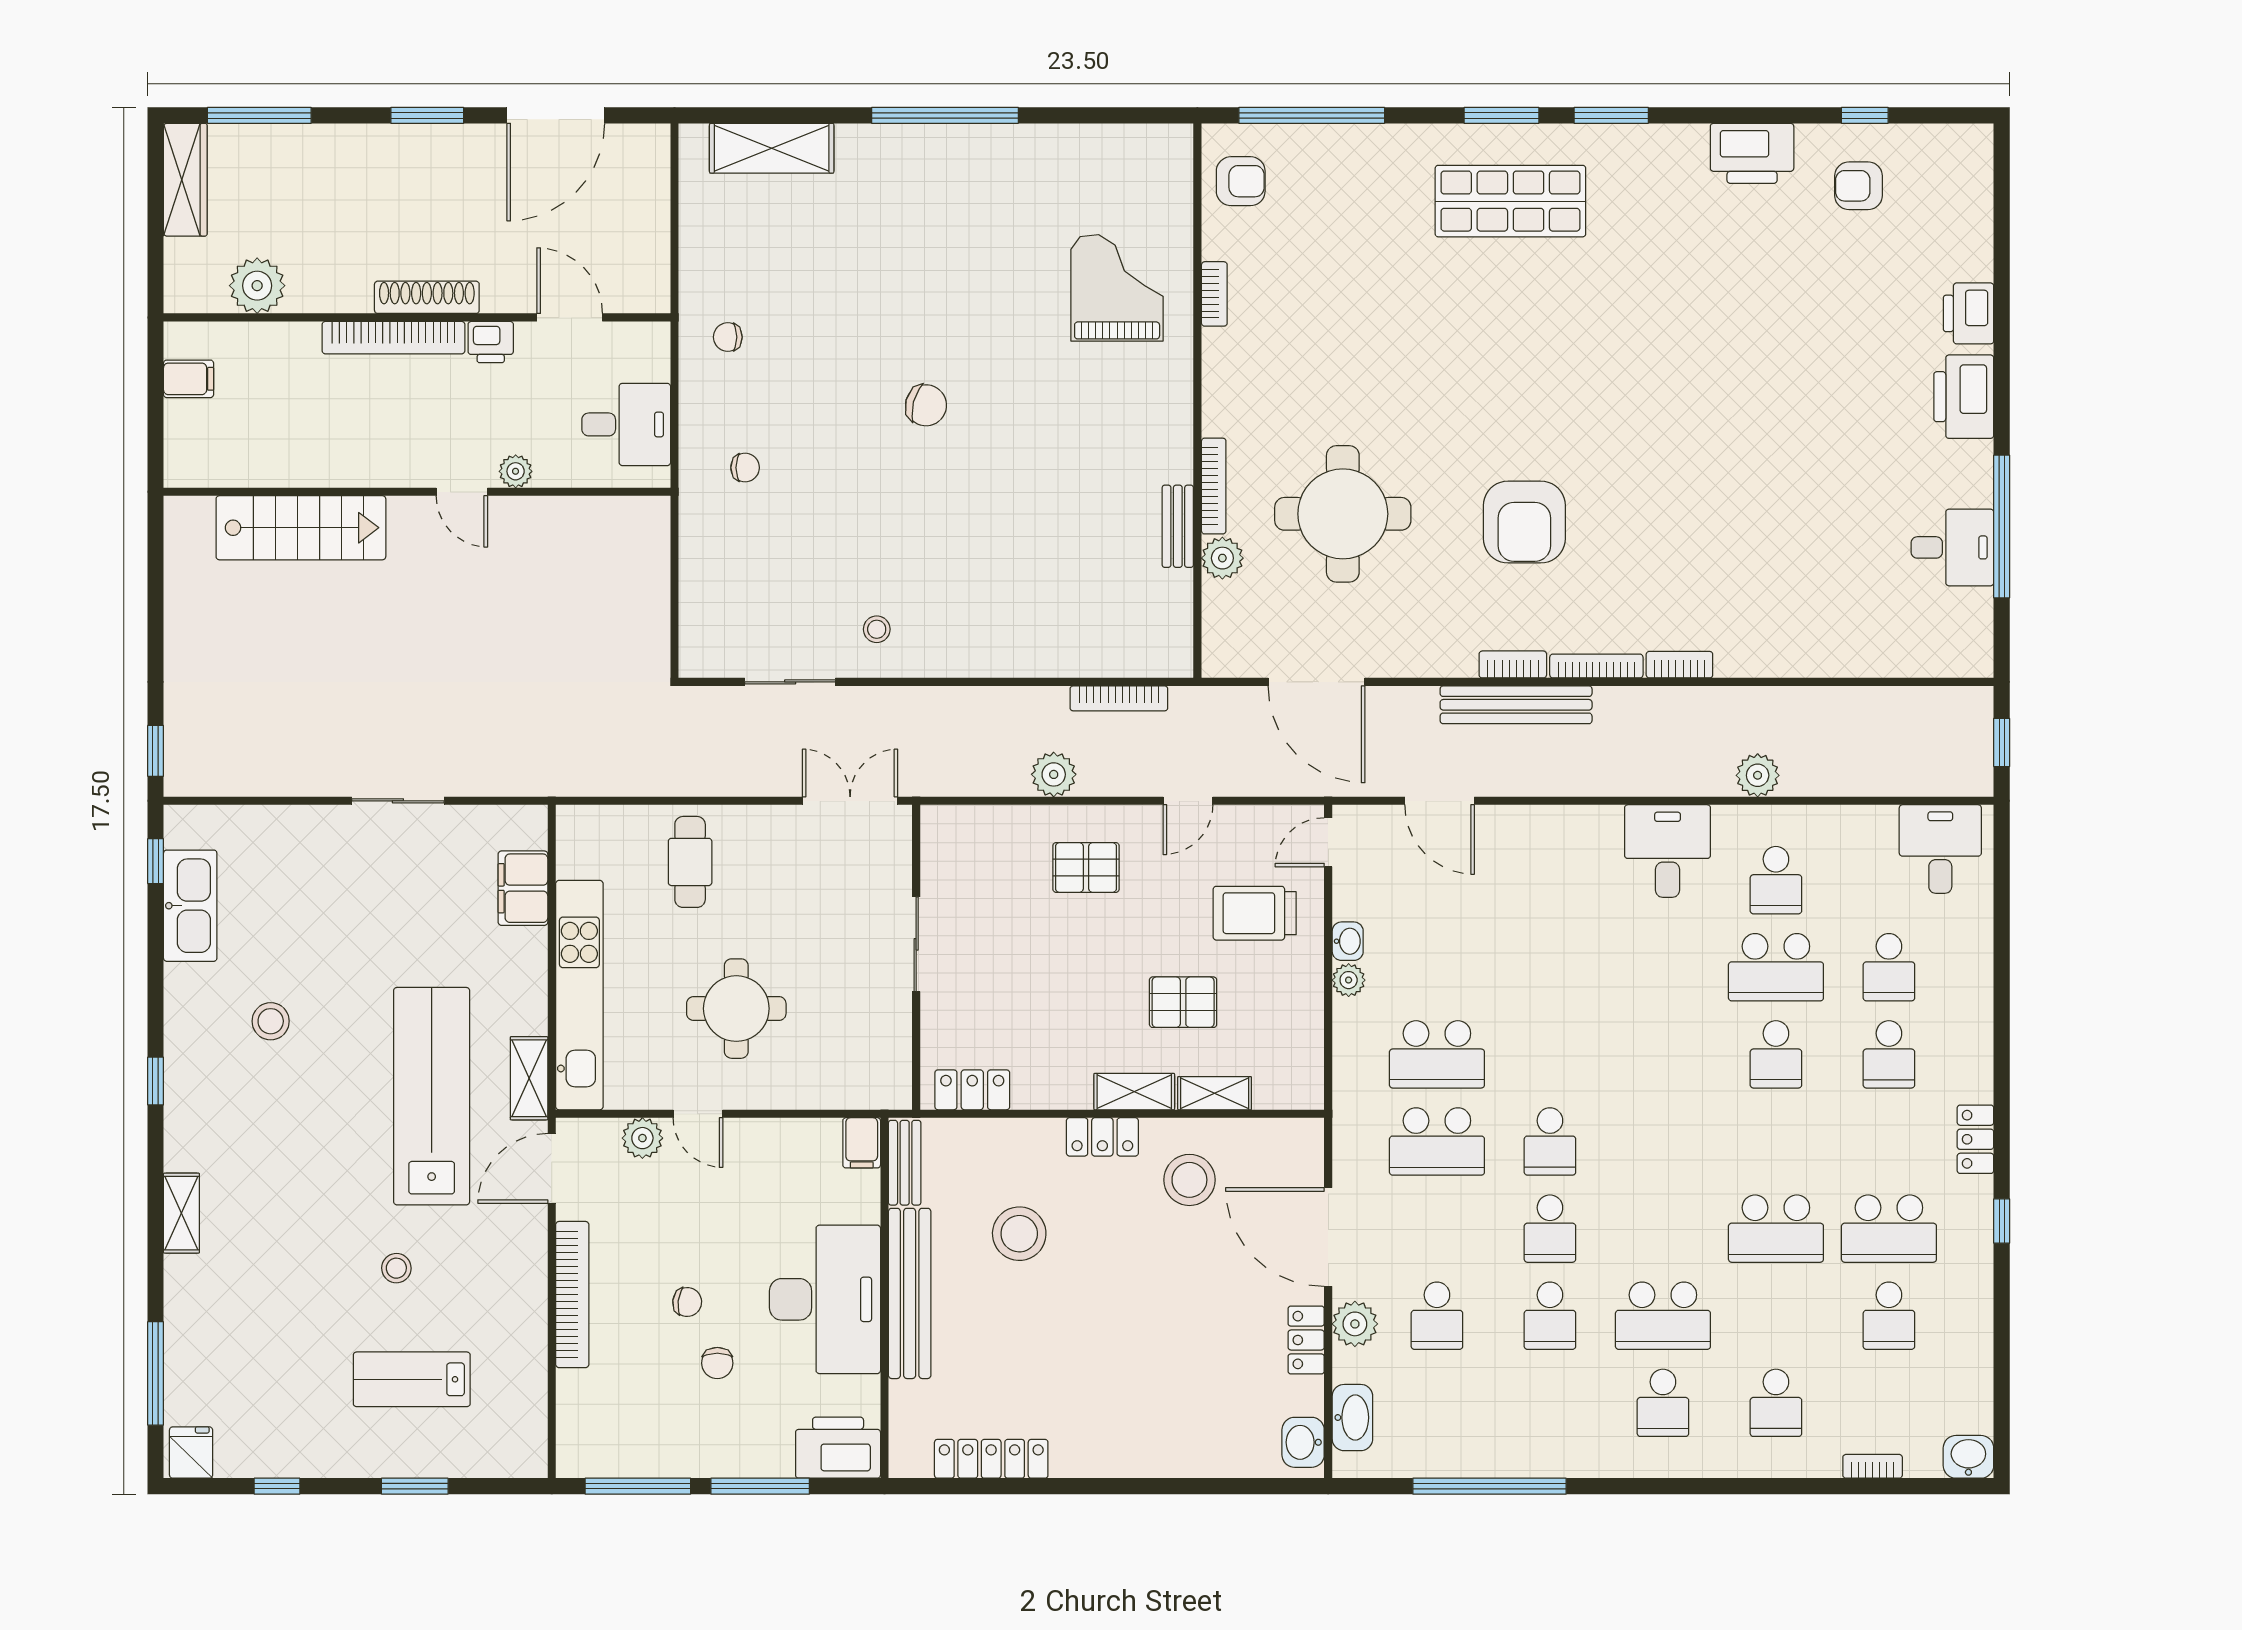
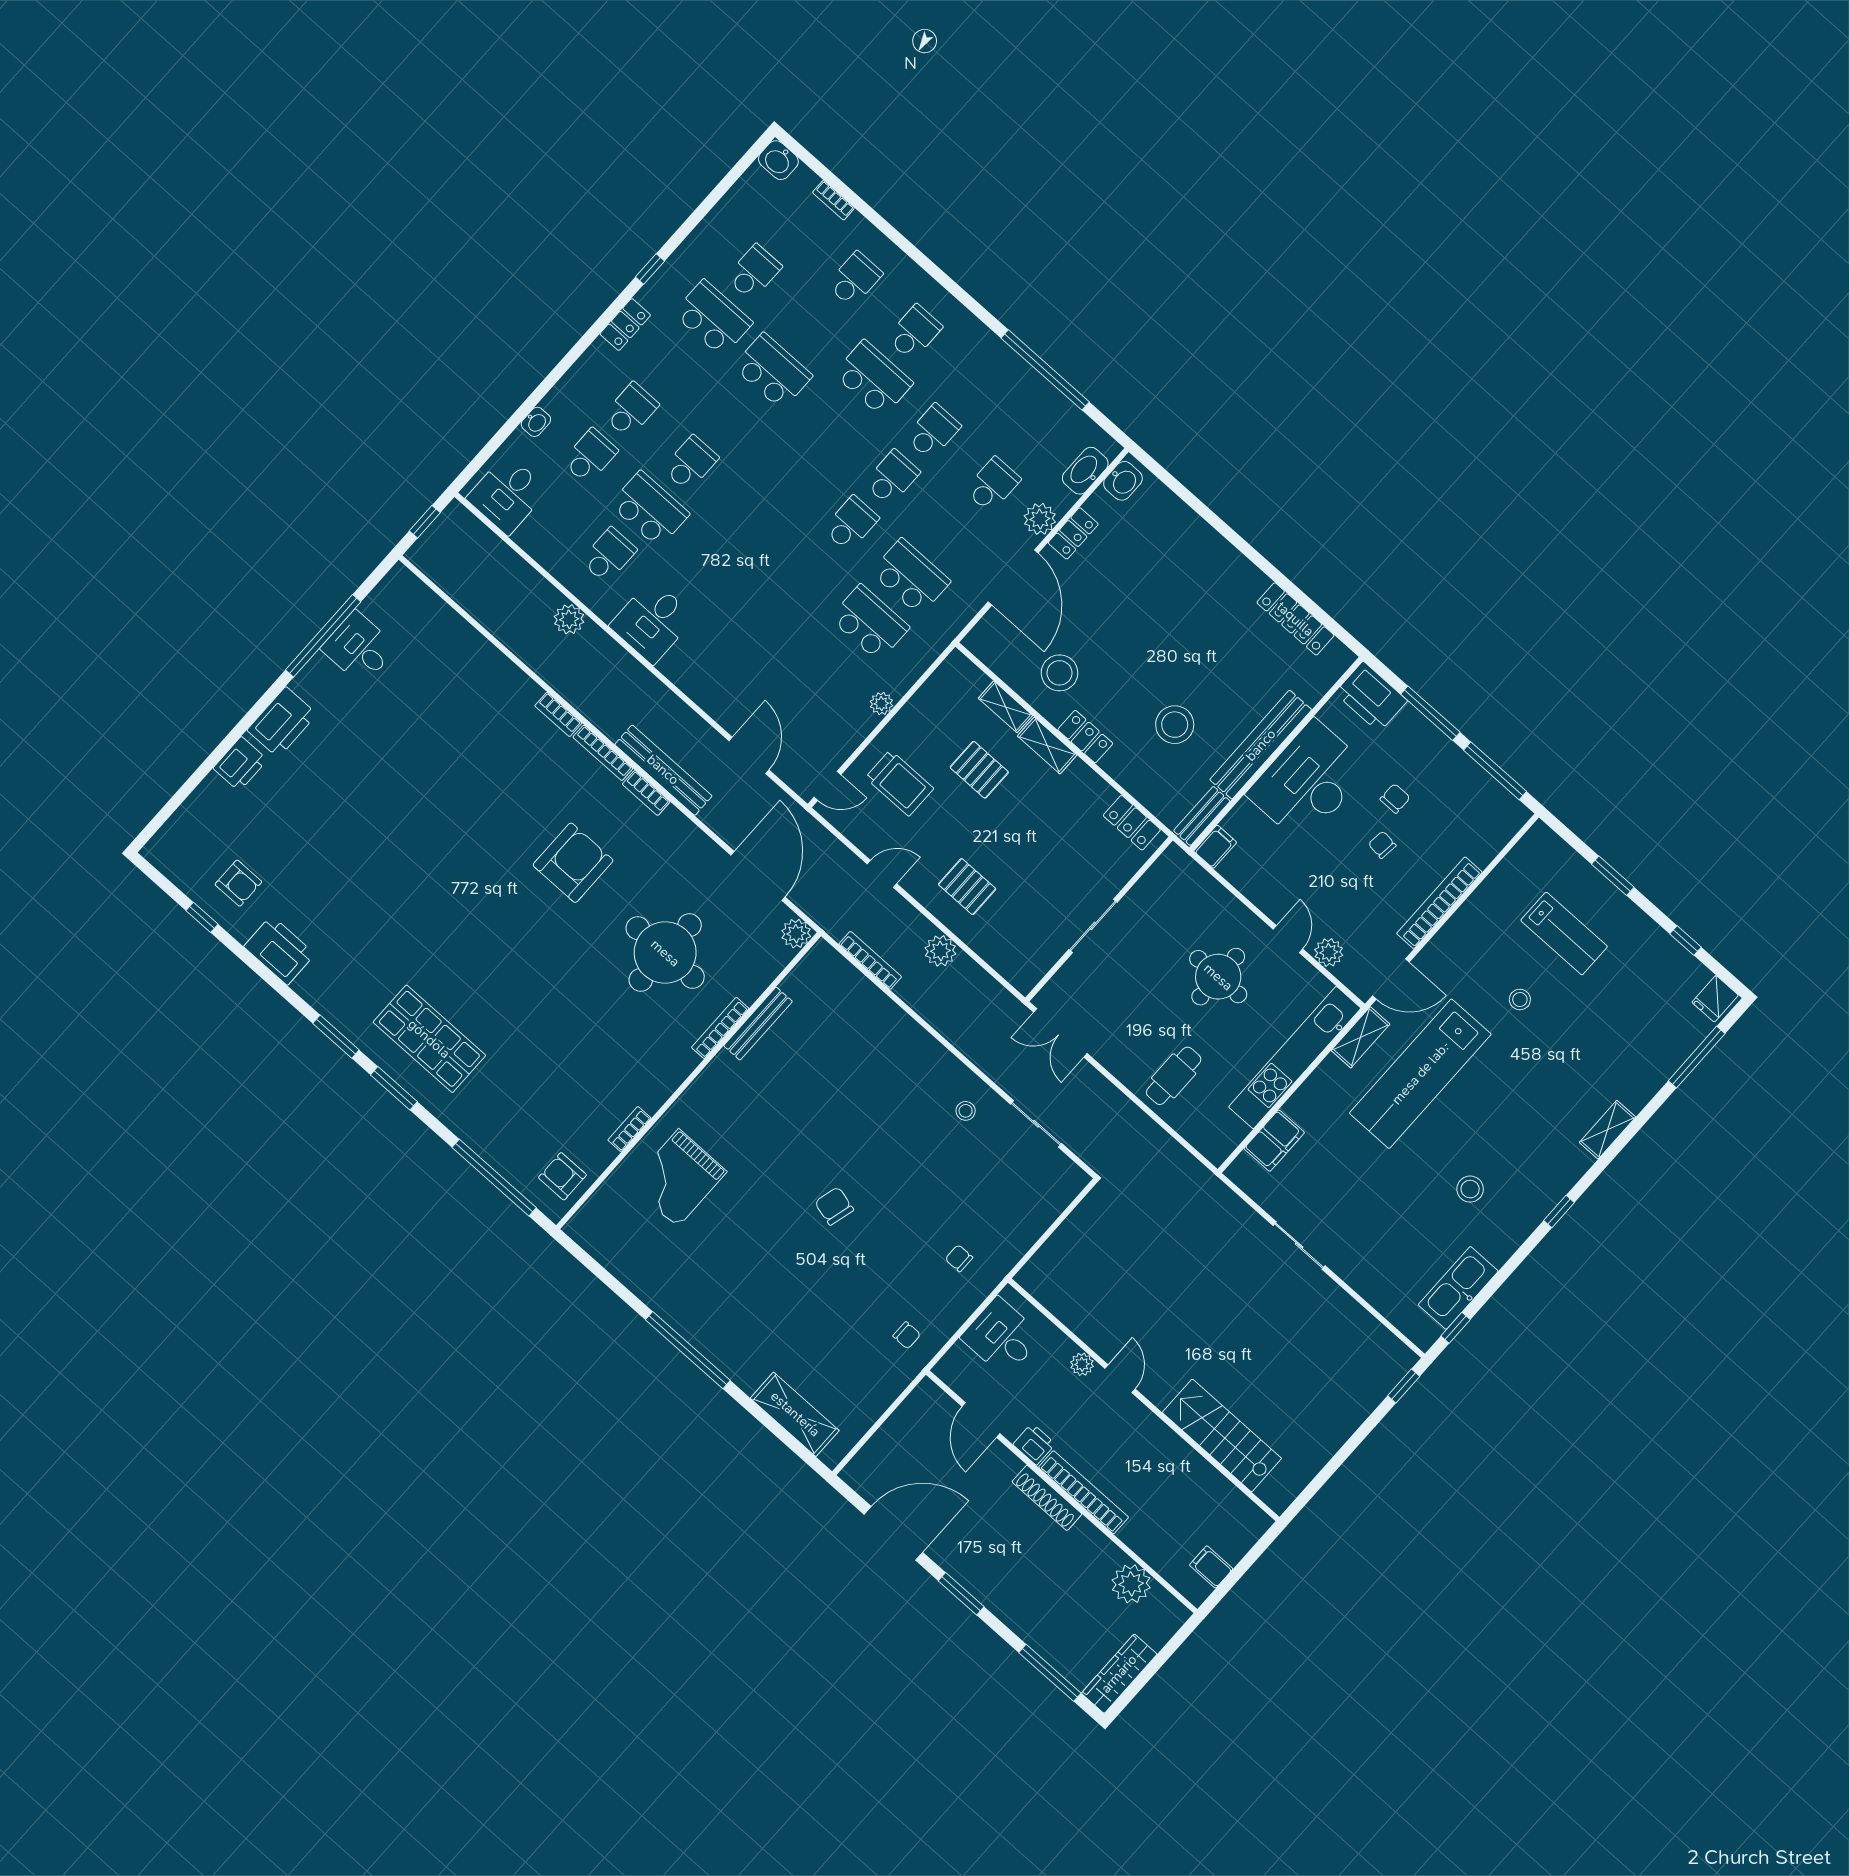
bench: (1178, 526) -> (758, 1024), width x1.36
plant: (1222, 558) -> (796, 934), moved
washbasin: (1348, 941) -> (536, 422), moved, turned 180

